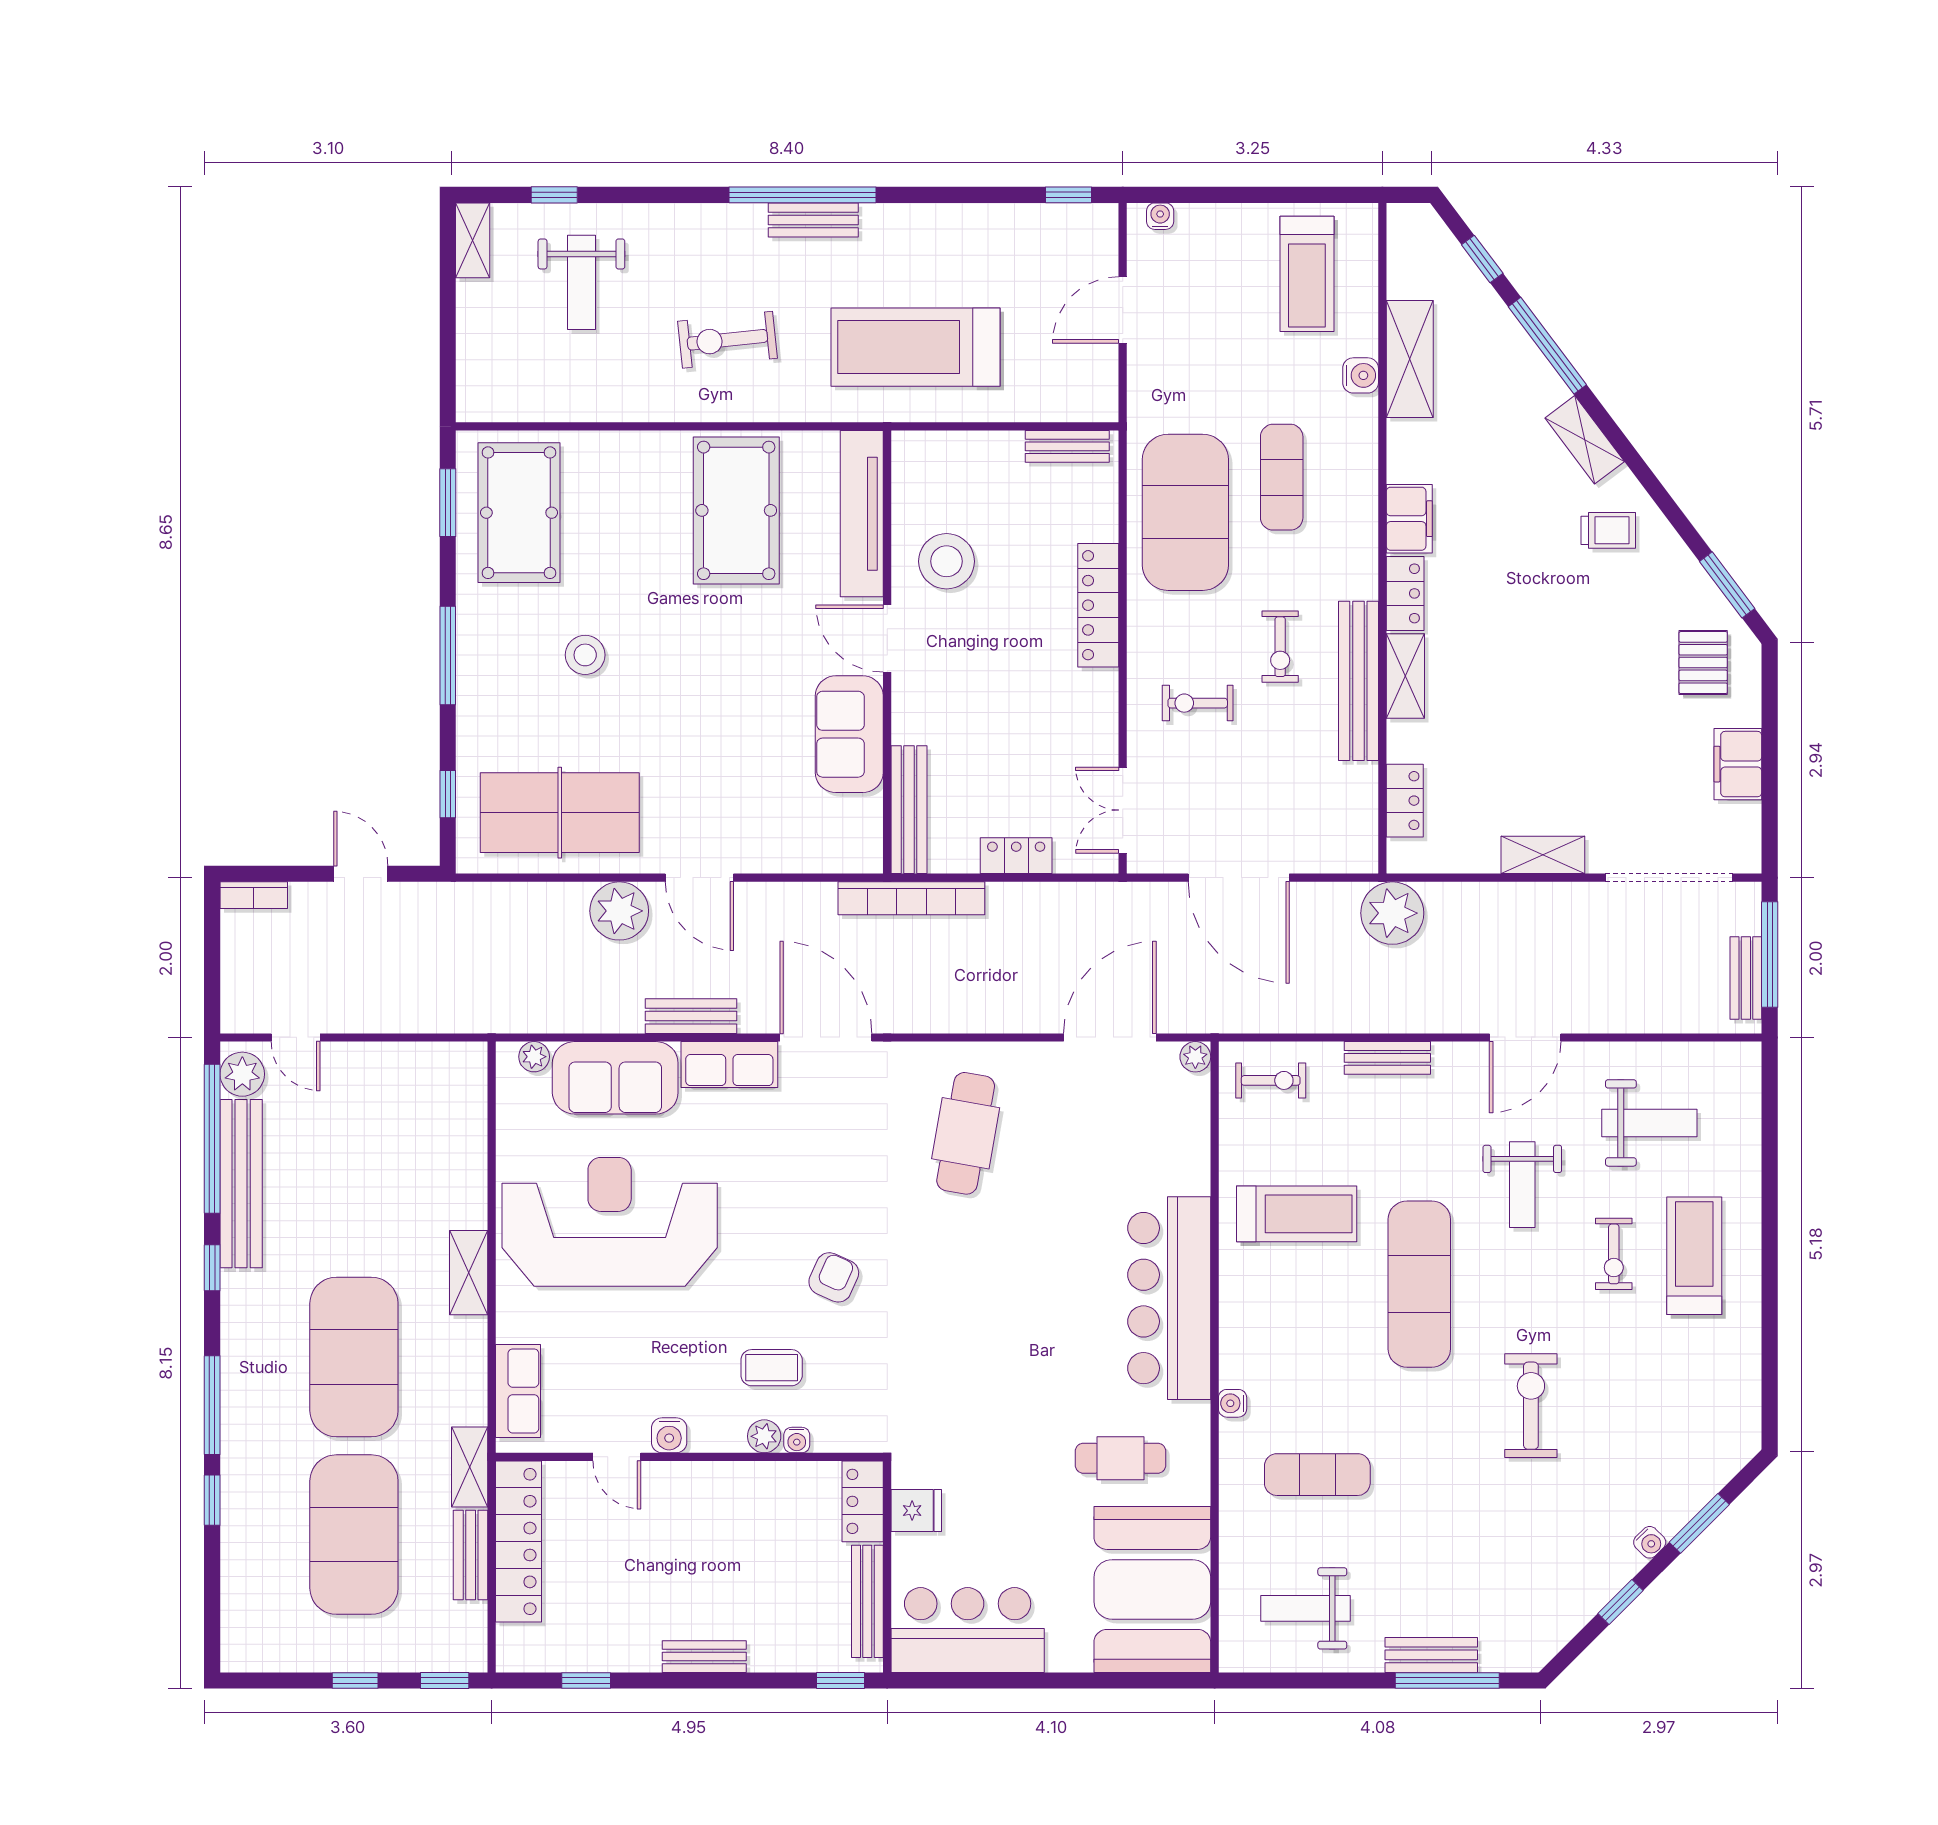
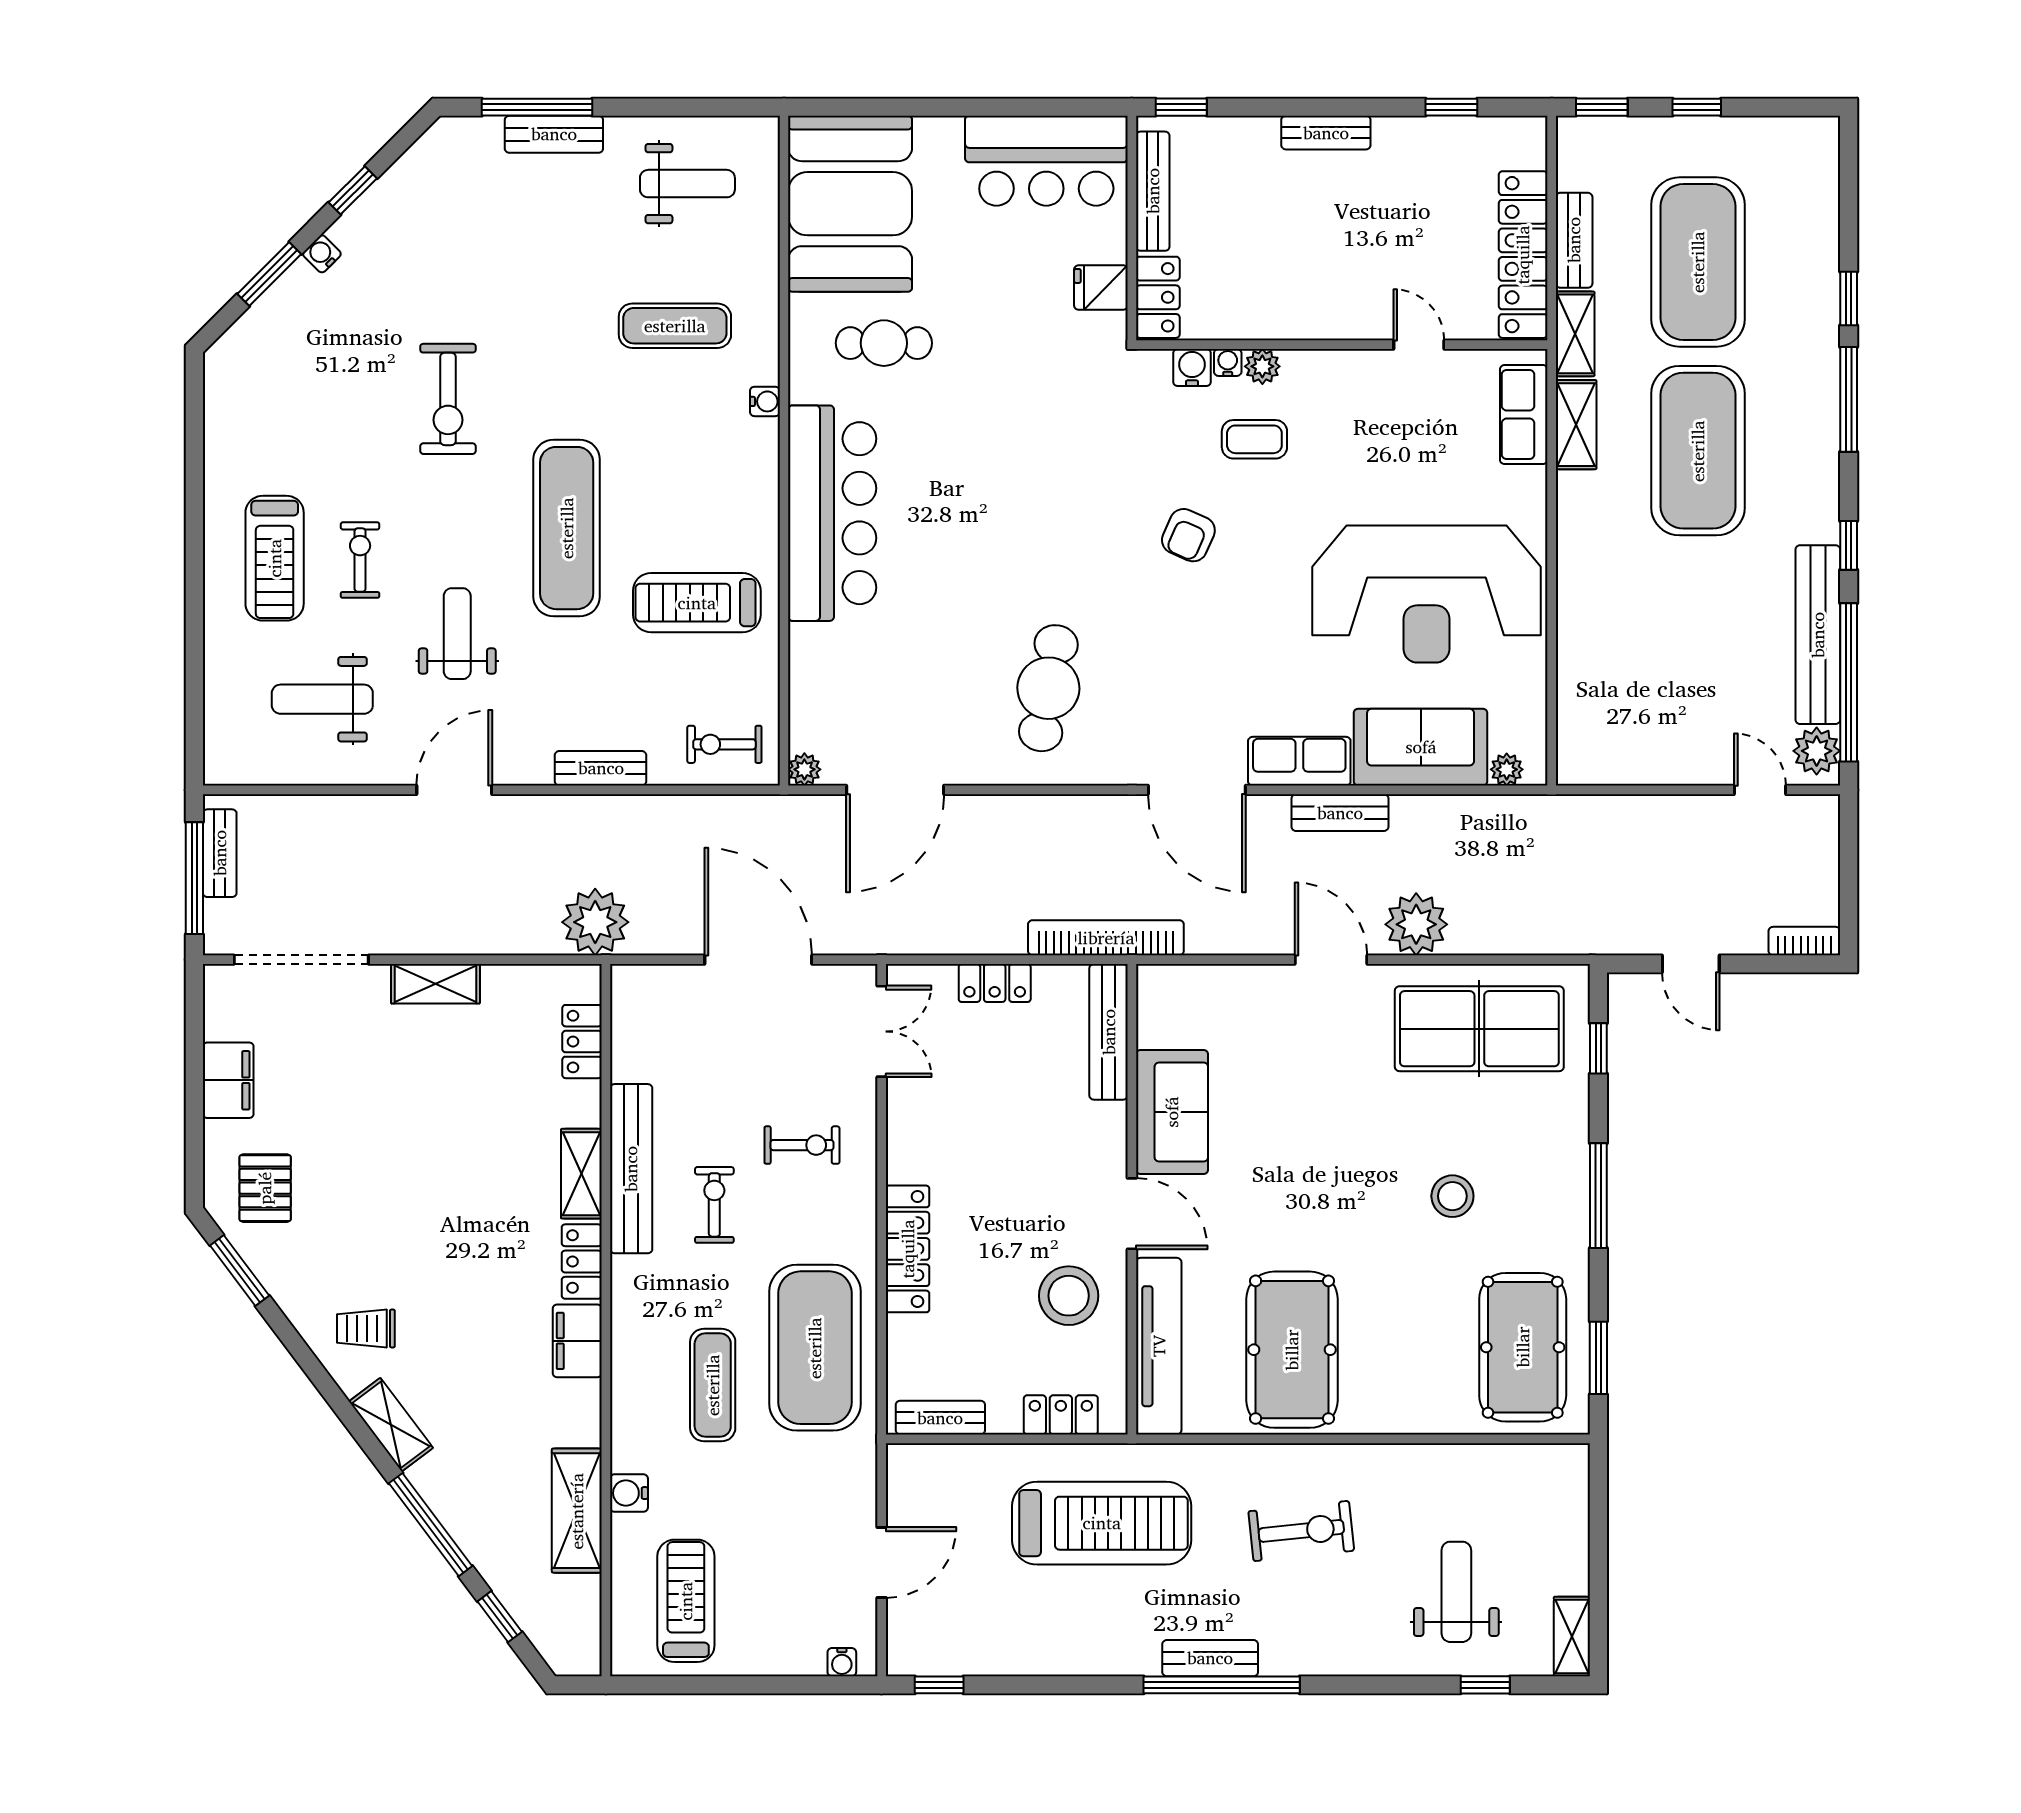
locker: (954, 449) -> (1061, 1415), added
shelving: (469, 1273) -> (1576, 425), moved
water cooler: (669, 1435) -> (1192, 367), moved

